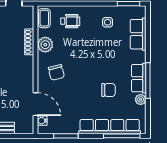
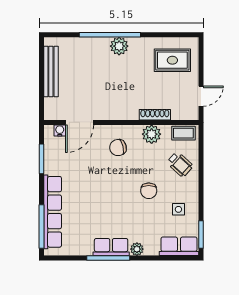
wheelchair: (70, 21) -> (180, 164), turned -48
row of seats: (138, 34) -> (179, 246), moved
chair: (108, 90) -> (149, 191), moved
plant: (141, 99) -> (137, 249), moved

